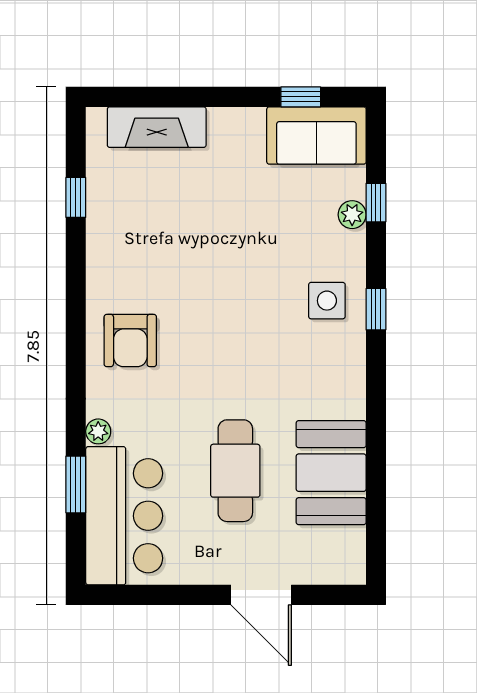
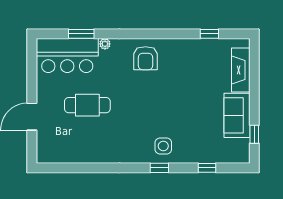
sofa: (316, 135) -> (237, 115), moved
plant: (352, 215) -> (202, 157), removed
armchair: (130, 341) -> (145, 58), turned -90
booth: (331, 473) -> (86, 148), removed

